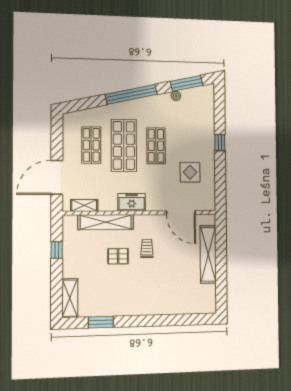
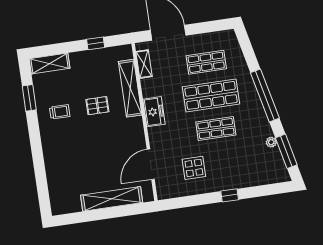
trolley: (147, 248) -> (60, 112), moved
pallet: (118, 256) -> (97, 106), turned 90

